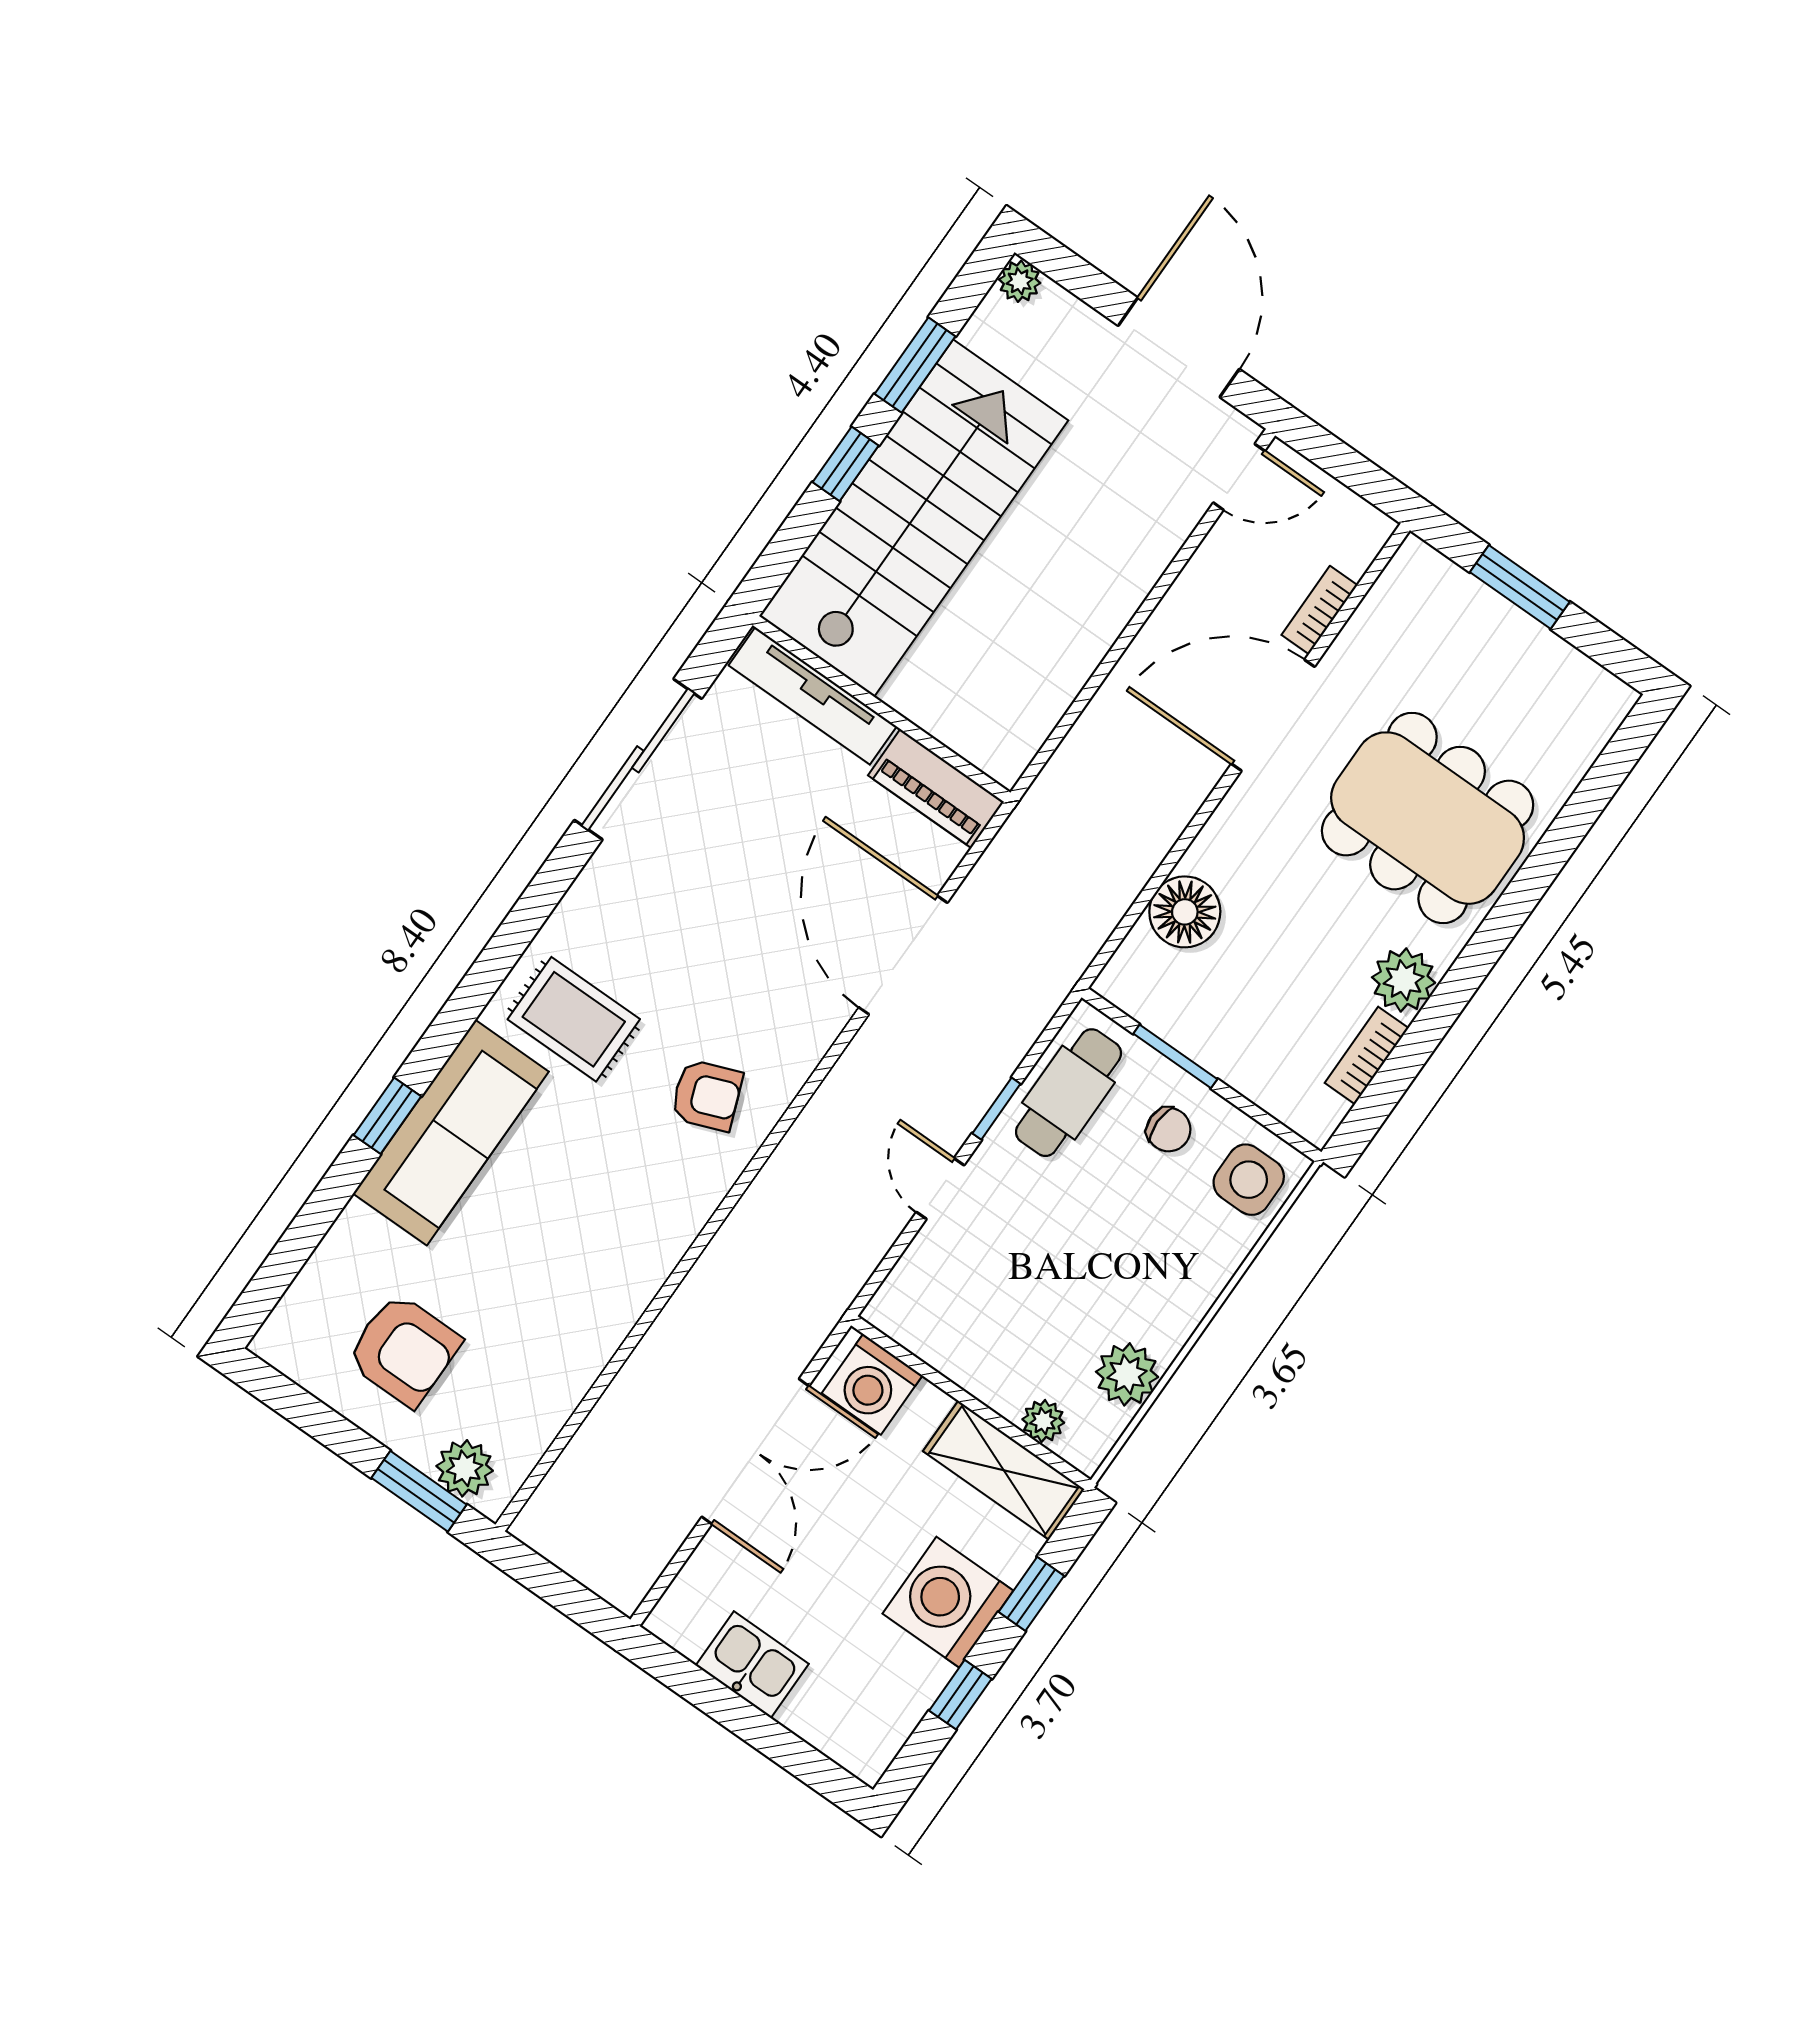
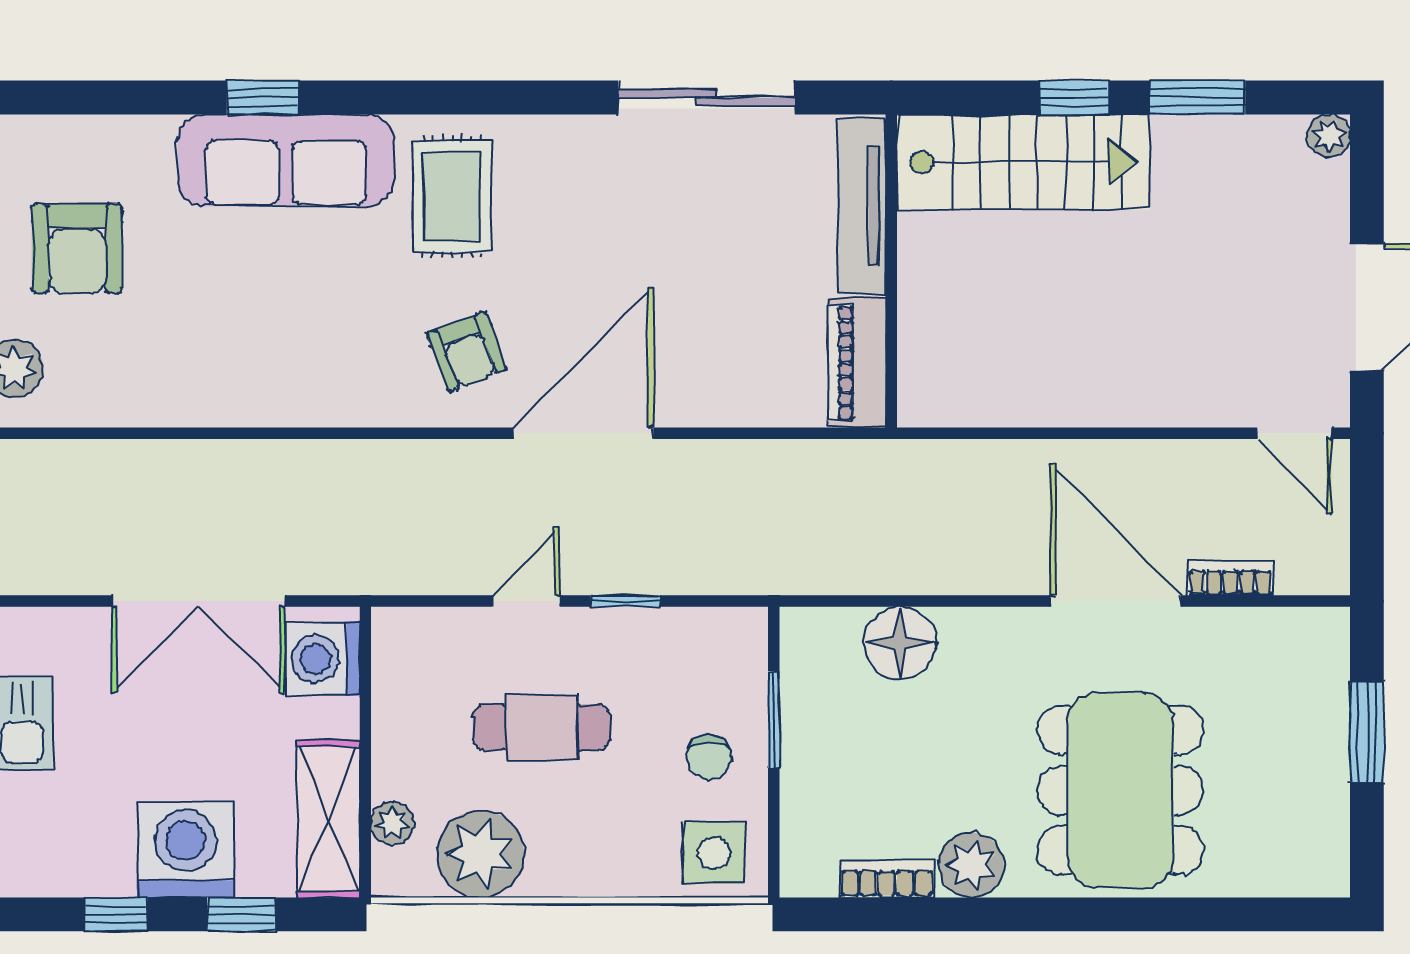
stairs: (914, 518) -> (1023, 162), width x0.73, depth x0.66
door: (903, 955) -> (583, 433), moved
cafe table: (1069, 1093) -> (542, 727), moved
plant: (1127, 1374) -> (480, 854), width x1.36, depth x1.36

